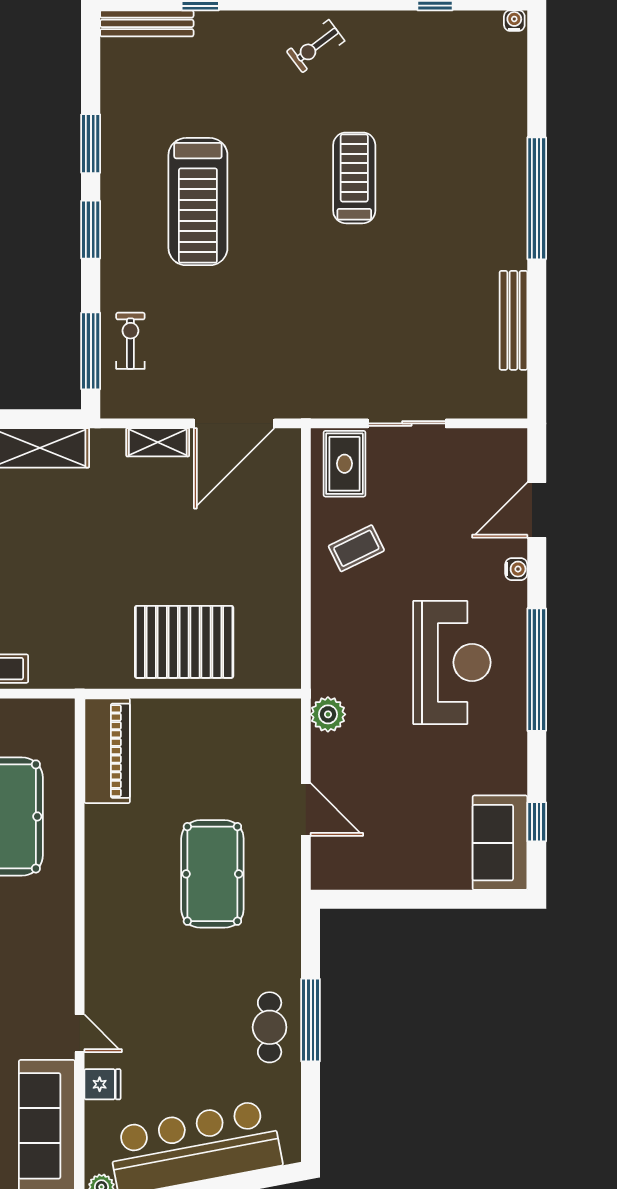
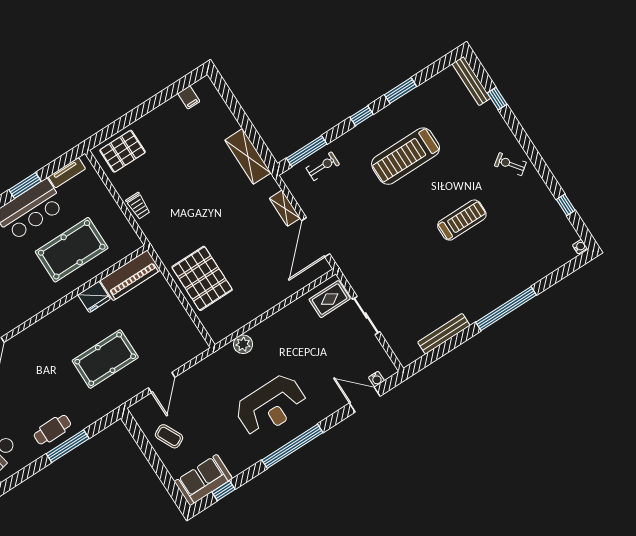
window: (91, 230) -> (362, 116), width x0.67
door: (234, 423) -> (316, 237), hinge flipped
coffee table: (356, 548) -> (169, 436), moved
water cooler: (516, 569) -> (376, 379), moved
plant: (328, 714) -> (243, 344), moved
fridge: (104, 829) -> (94, 297), added

